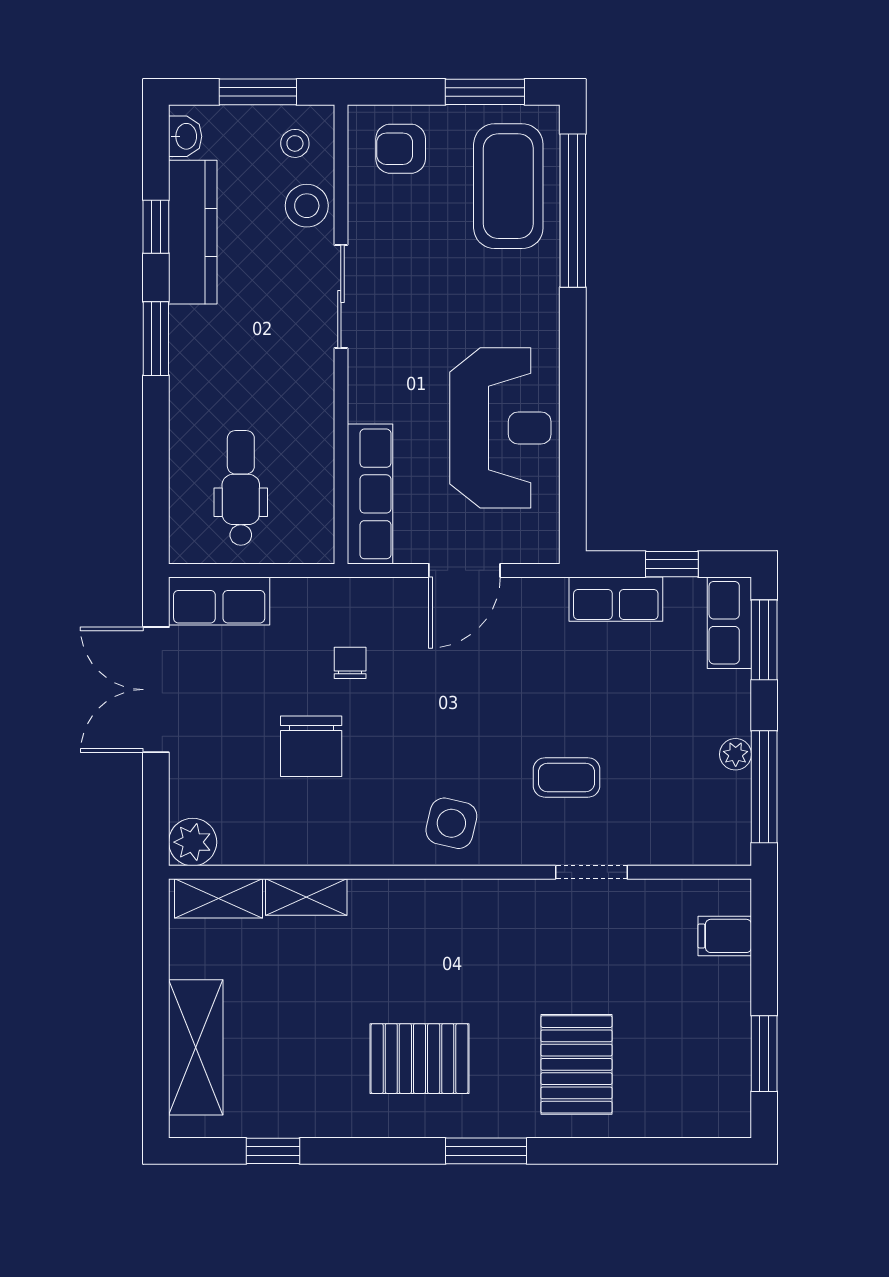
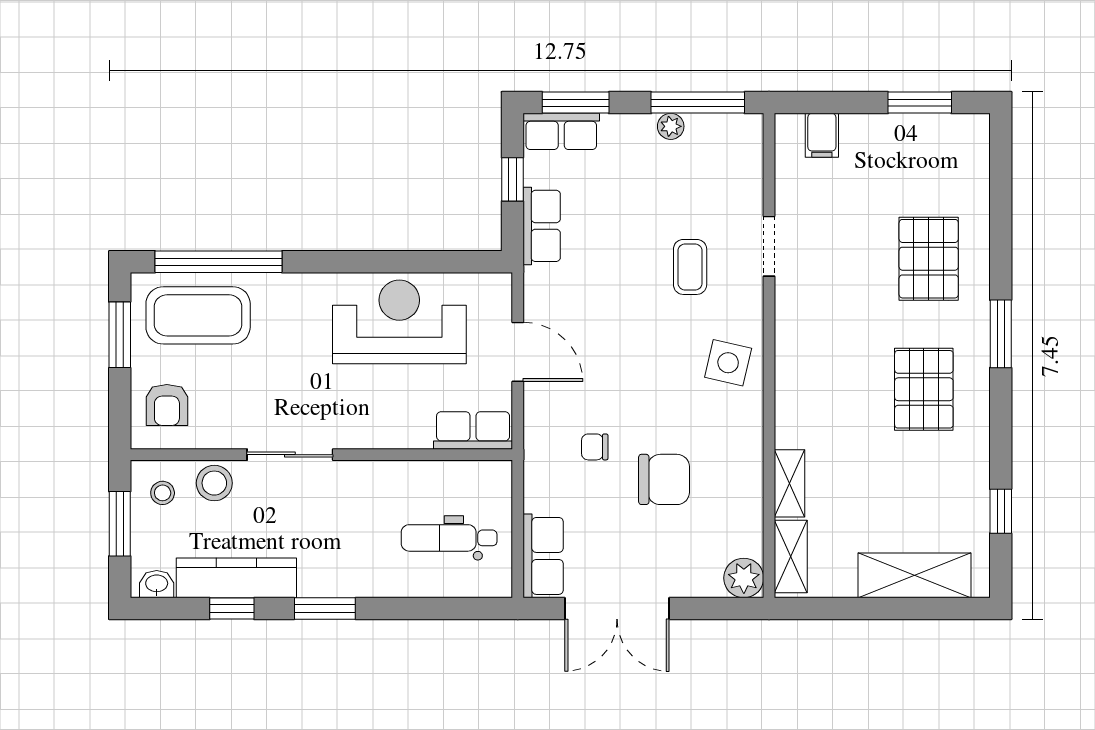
row of seats: (370, 494) -> (473, 430), width x0.68
pallet: (576, 1064) -> (929, 259), turned 90

